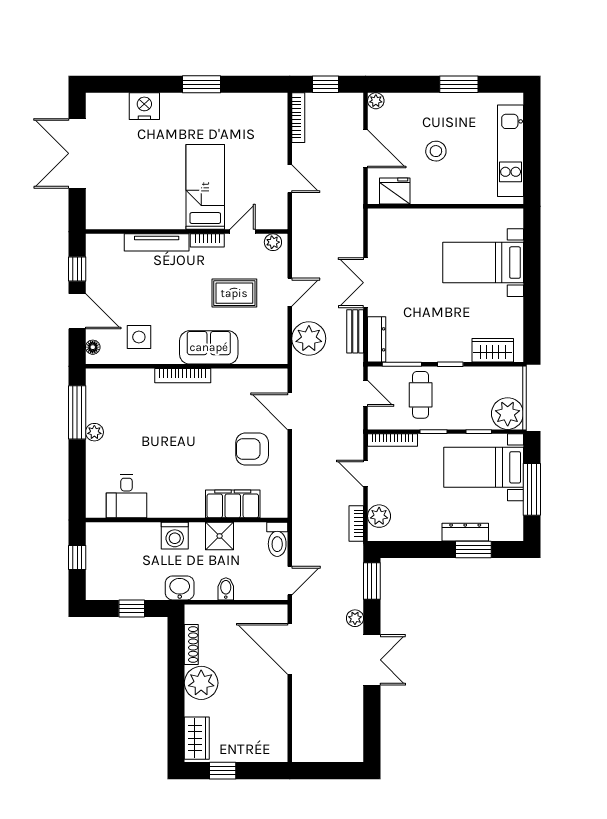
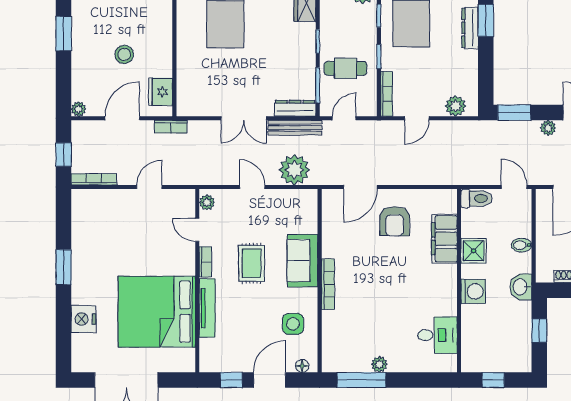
bed: (205, 187) -> (157, 312), moved, width x2.04
rug: (234, 293) -> (252, 263), moved
bench: (355, 331) -> (295, 128), width x1.36
bookcase: (356, 523) -> (171, 127), moved

